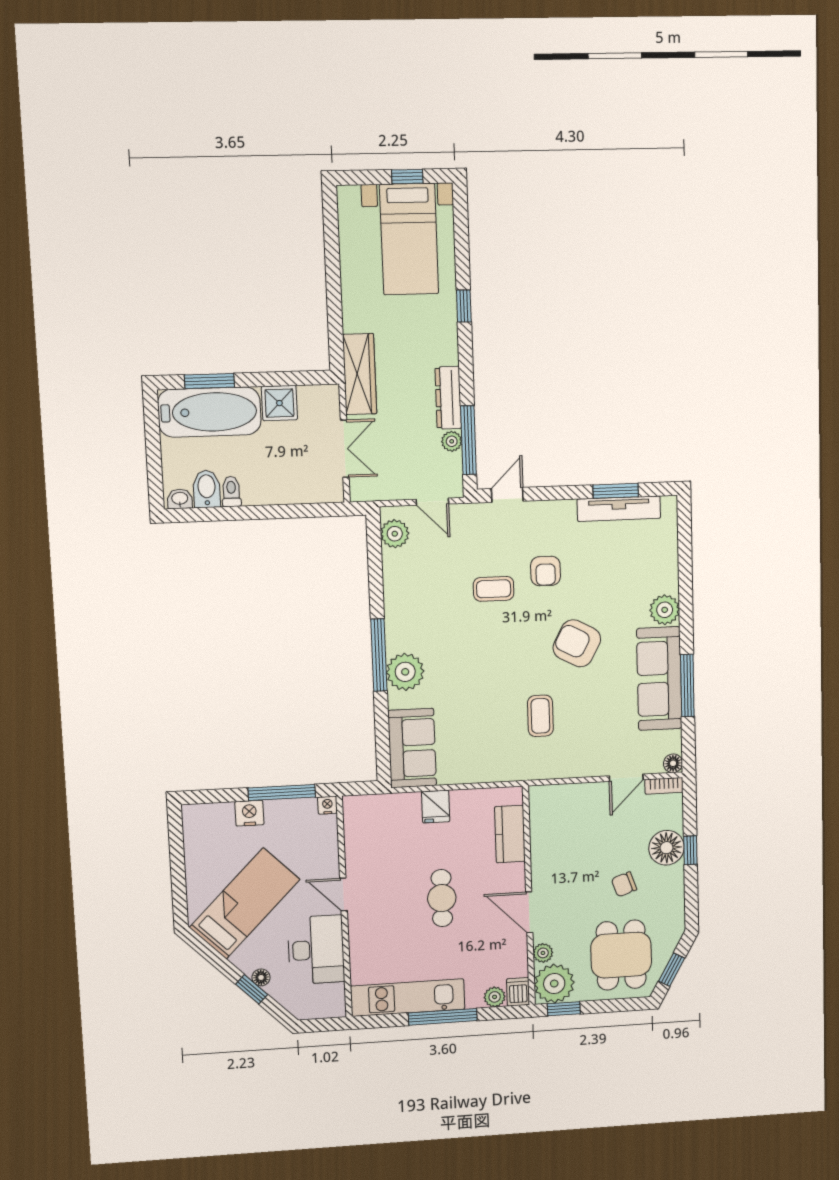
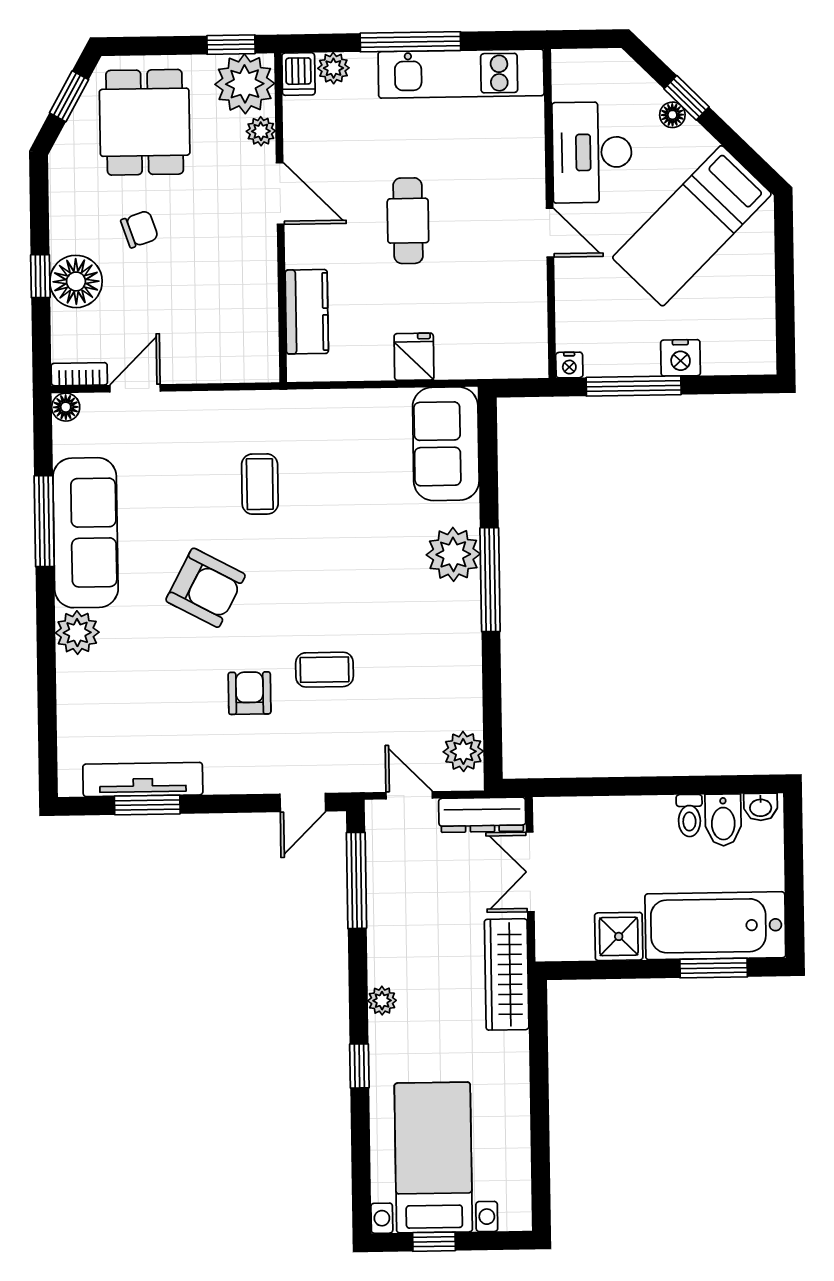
dresser: (448, 398) -> (482, 815), moved, turned 90
plant: (452, 441) -> (382, 1001), moved

